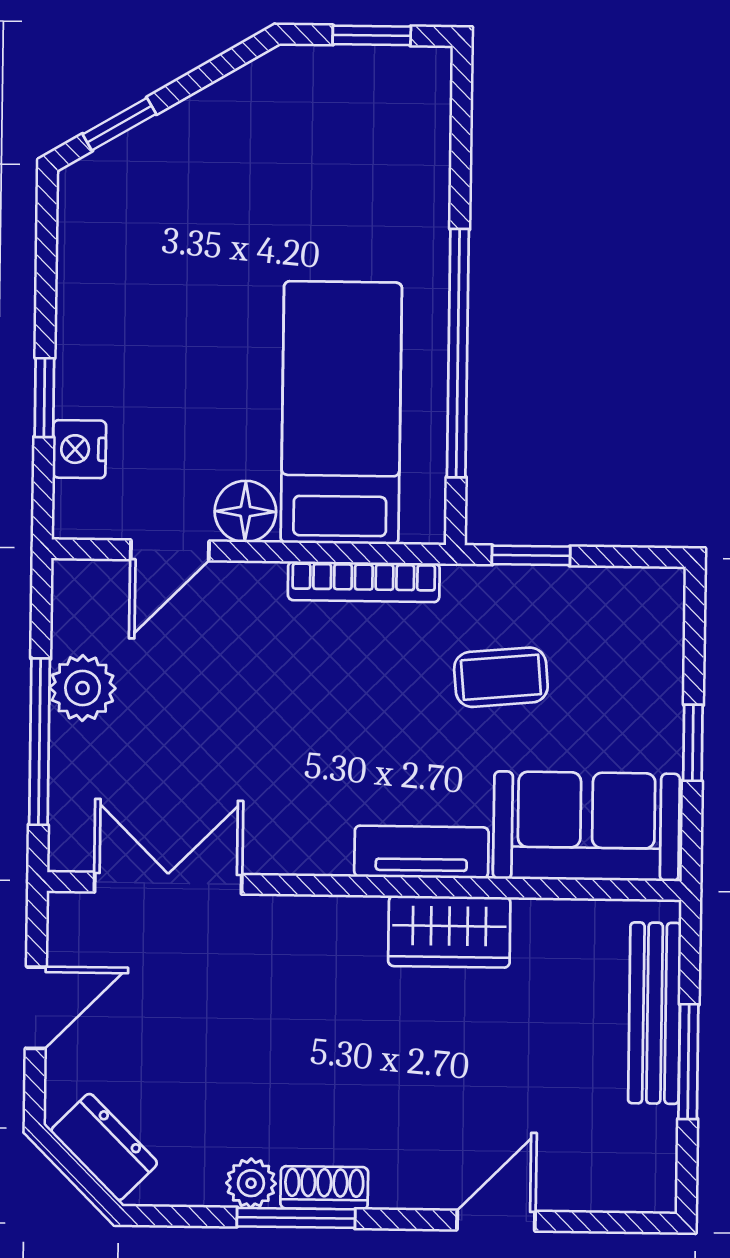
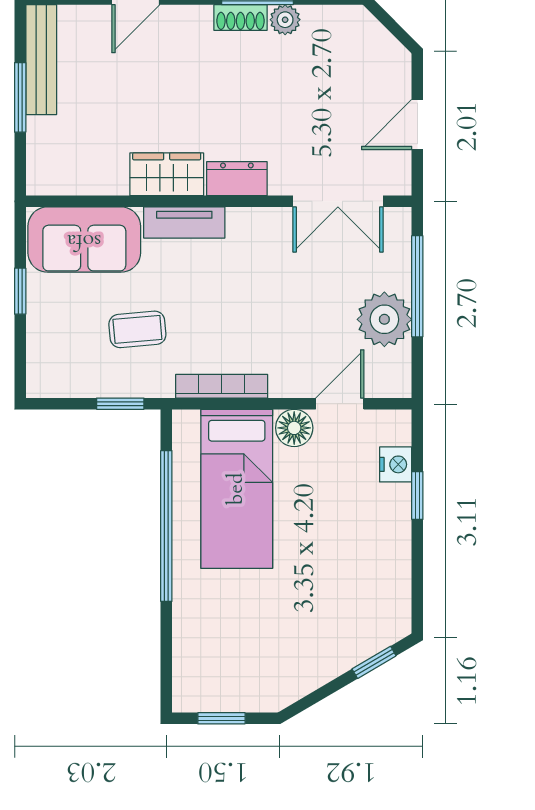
plant: (83, 688) -> (384, 319), width x1.36, depth x1.36
bench: (655, 1013) -> (41, 60), moved
dresser: (104, 1147) -> (237, 179), moved, turned 135

